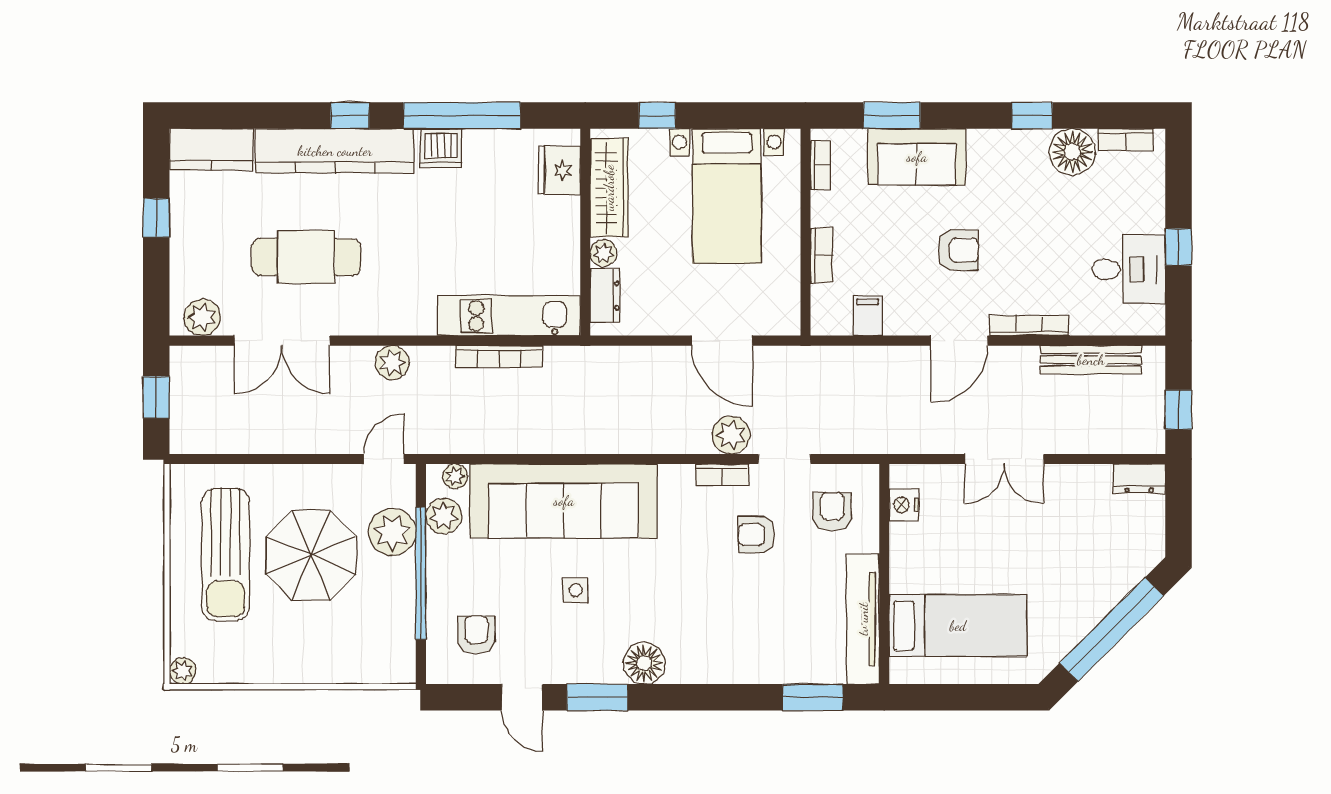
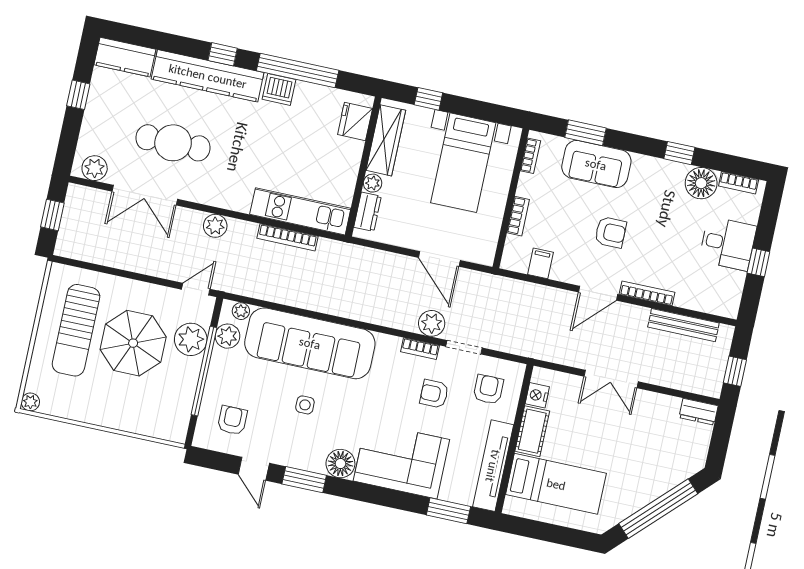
desk: (1129, 269) -> (728, 244), moved
cot: (908, 558) -> (532, 431), added
corner sofa: (730, 640) -> (401, 460), added

